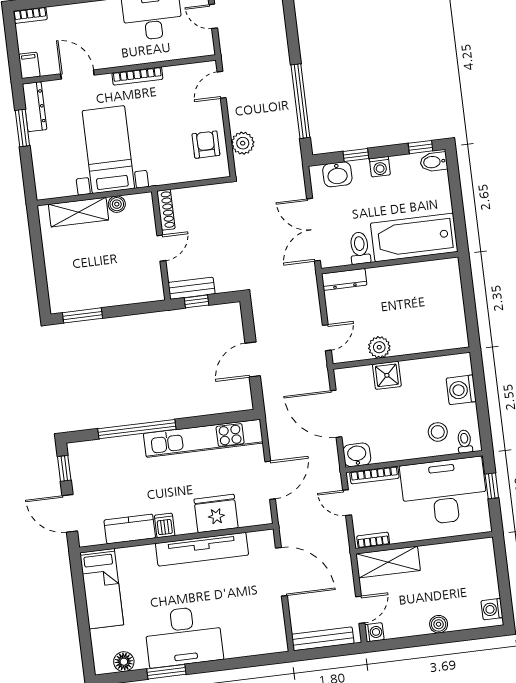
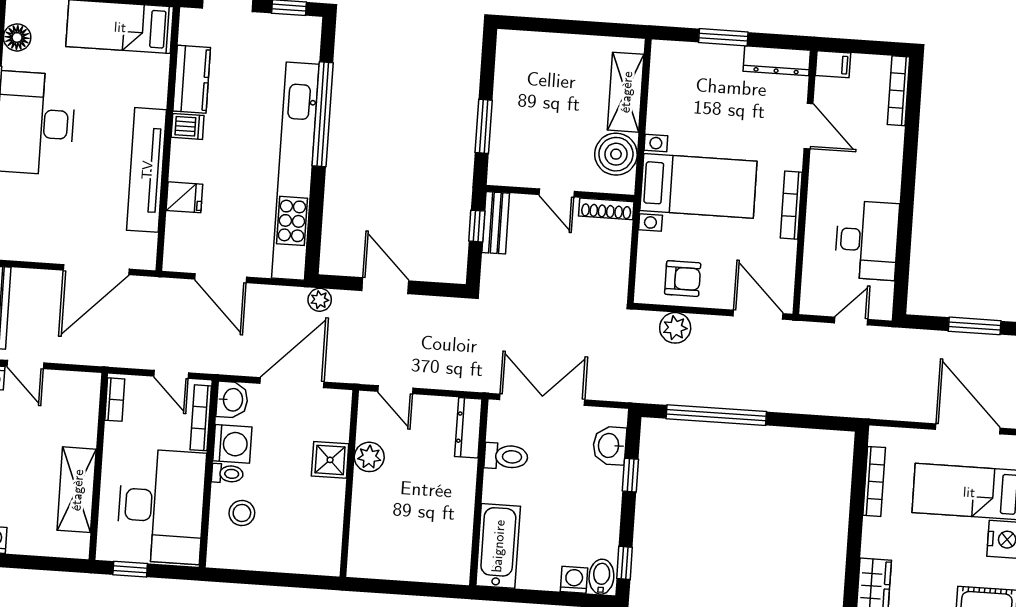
bookcase: (30, 15) -> (899, 91), width x1.56
door: (77, 74) -> (809, 126), hinge flipped
door: (222, 85) -> (758, 315), width x1.38
window: (22, 128) -> (723, 37), moved
bed with nightstands: (108, 150) -> (698, 186), moved
washing machine: (380, 167) -> (574, 580), moved, turned 90
boiler: (117, 204) -> (616, 154), width x1.86, depth x1.86
bathtub: (414, 237) -> (498, 546), width x0.73, depth x0.73
window: (82, 315) -> (484, 126), moved
washing machine: (461, 390) -> (232, 444), moved, turned 90
plant: (272, 405) -> (320, 300), added
kitchen unit: (203, 438) -> (295, 171), width x1.36
toilet: (465, 441) -> (227, 474), moved
window: (492, 486) -> (130, 569), moved
door: (347, 503) -> (171, 374), swing flipped
fridge: (216, 513) -> (184, 197), width x0.53, depth x0.75
shelving: (388, 562) -> (77, 490), moved

